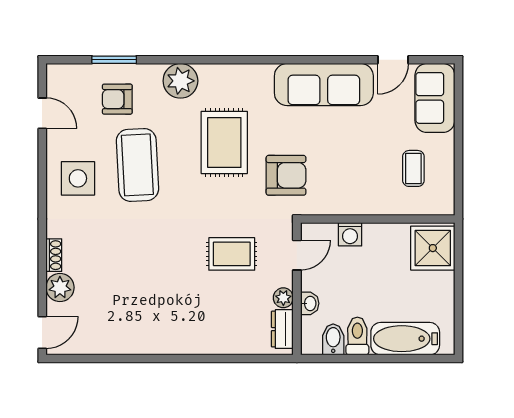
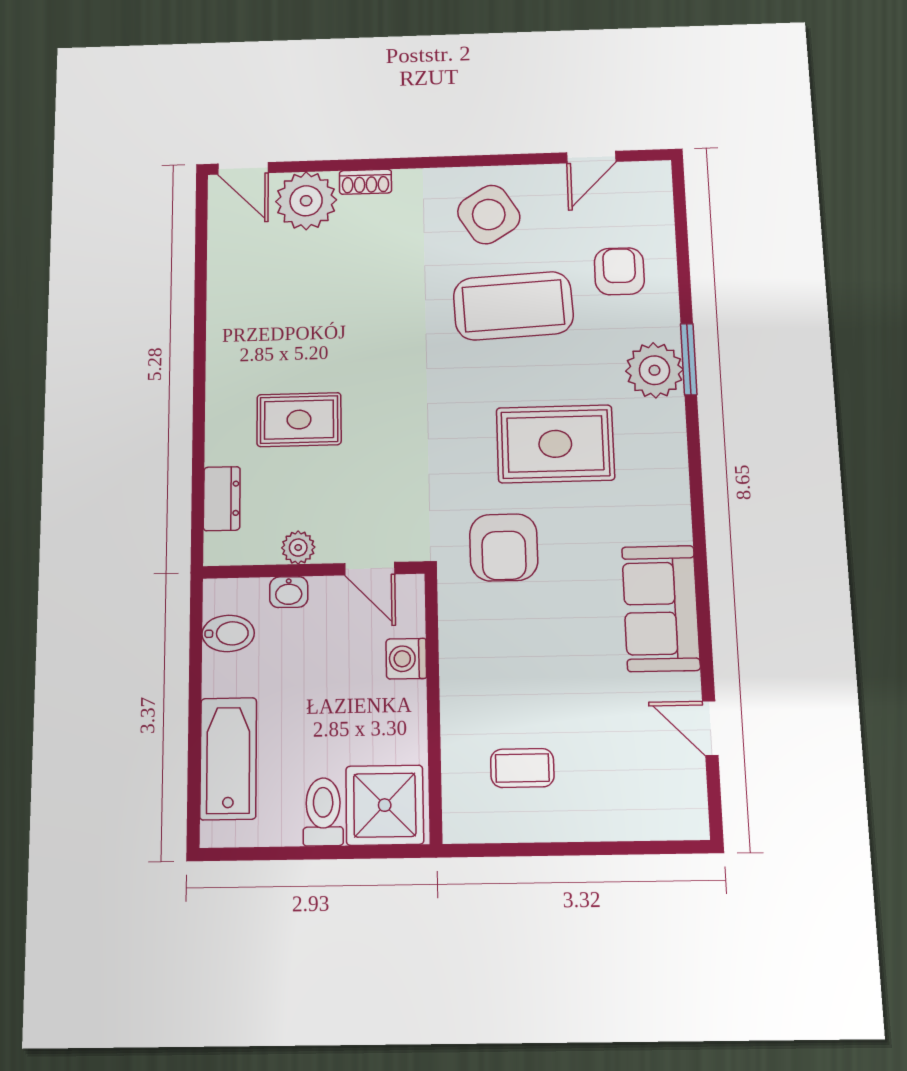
window: (114, 60) -> (689, 359), moved
sofa: (324, 84) -> (661, 608), width x0.73
sofa: (435, 98) -> (647, 805), removed
side table: (78, 178) -> (489, 215), turned -32
rug: (232, 254) -> (299, 420), moved, turned 90
plant: (60, 287) -> (306, 201), width x1.36, depth x1.36
dresser: (282, 329) -> (222, 499), moved, turned 90
toilet: (357, 336) -> (323, 812), moved, turned -90

